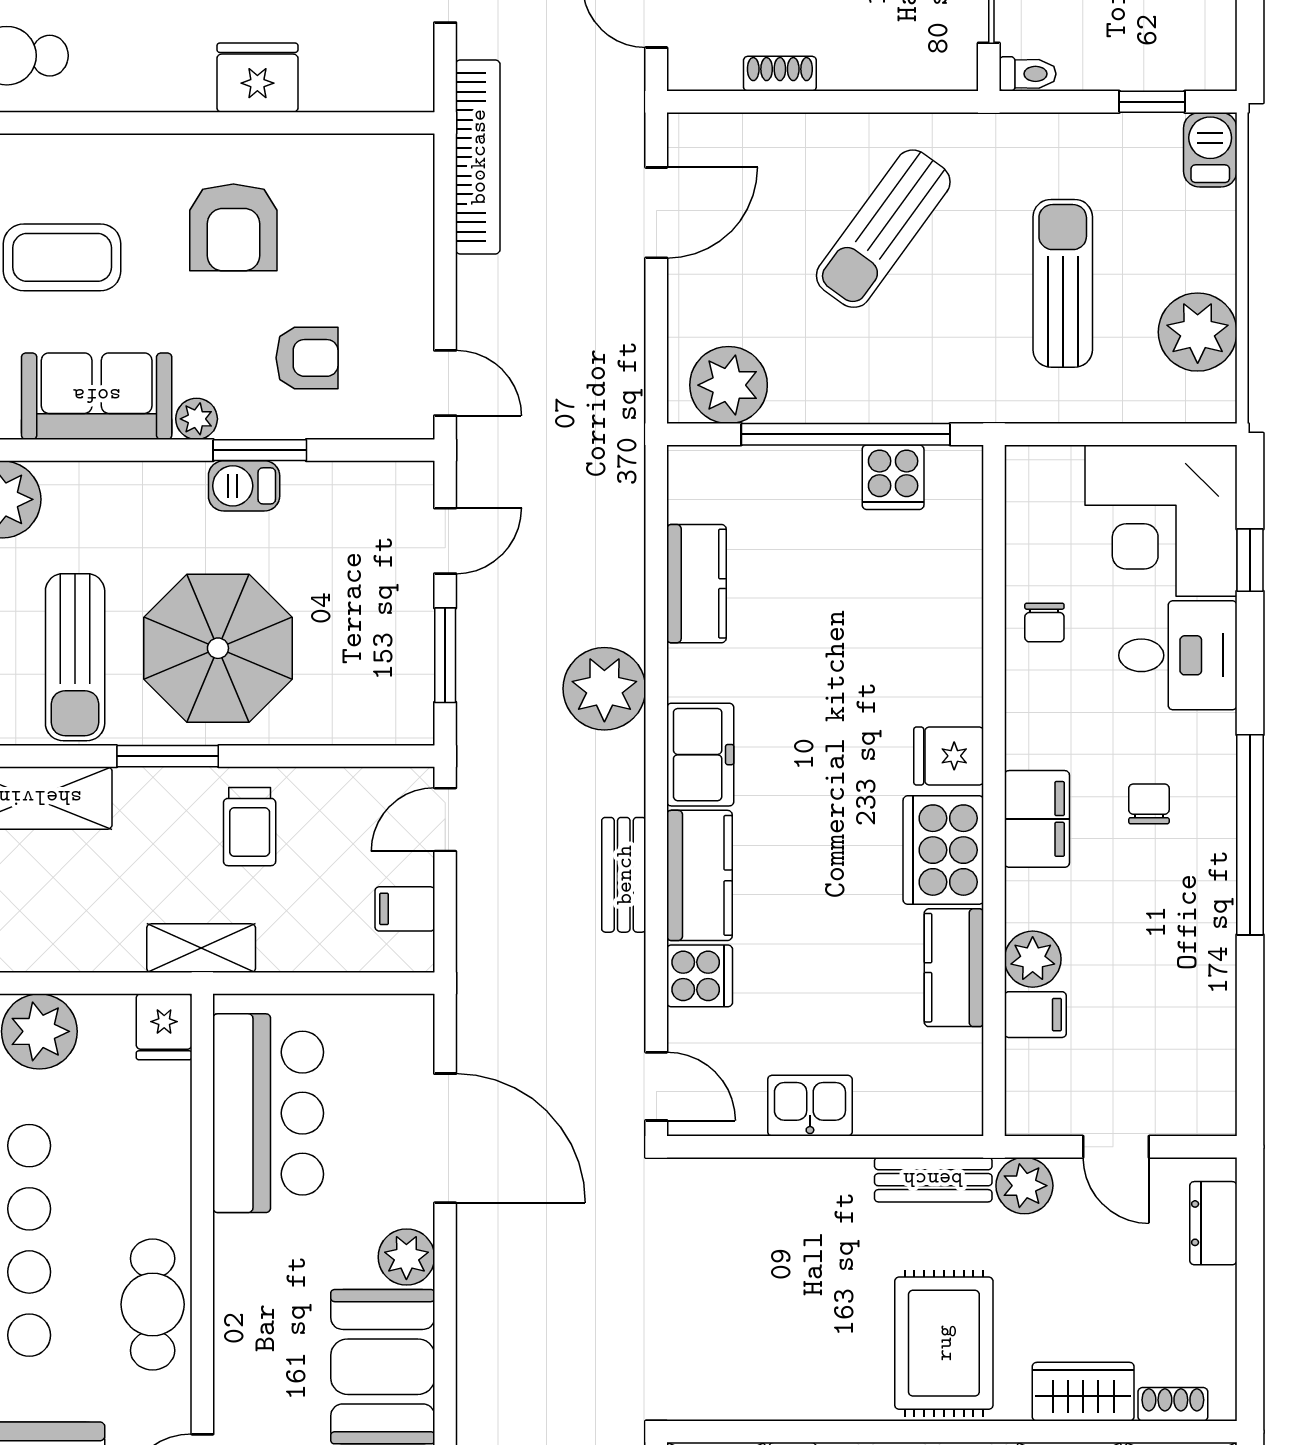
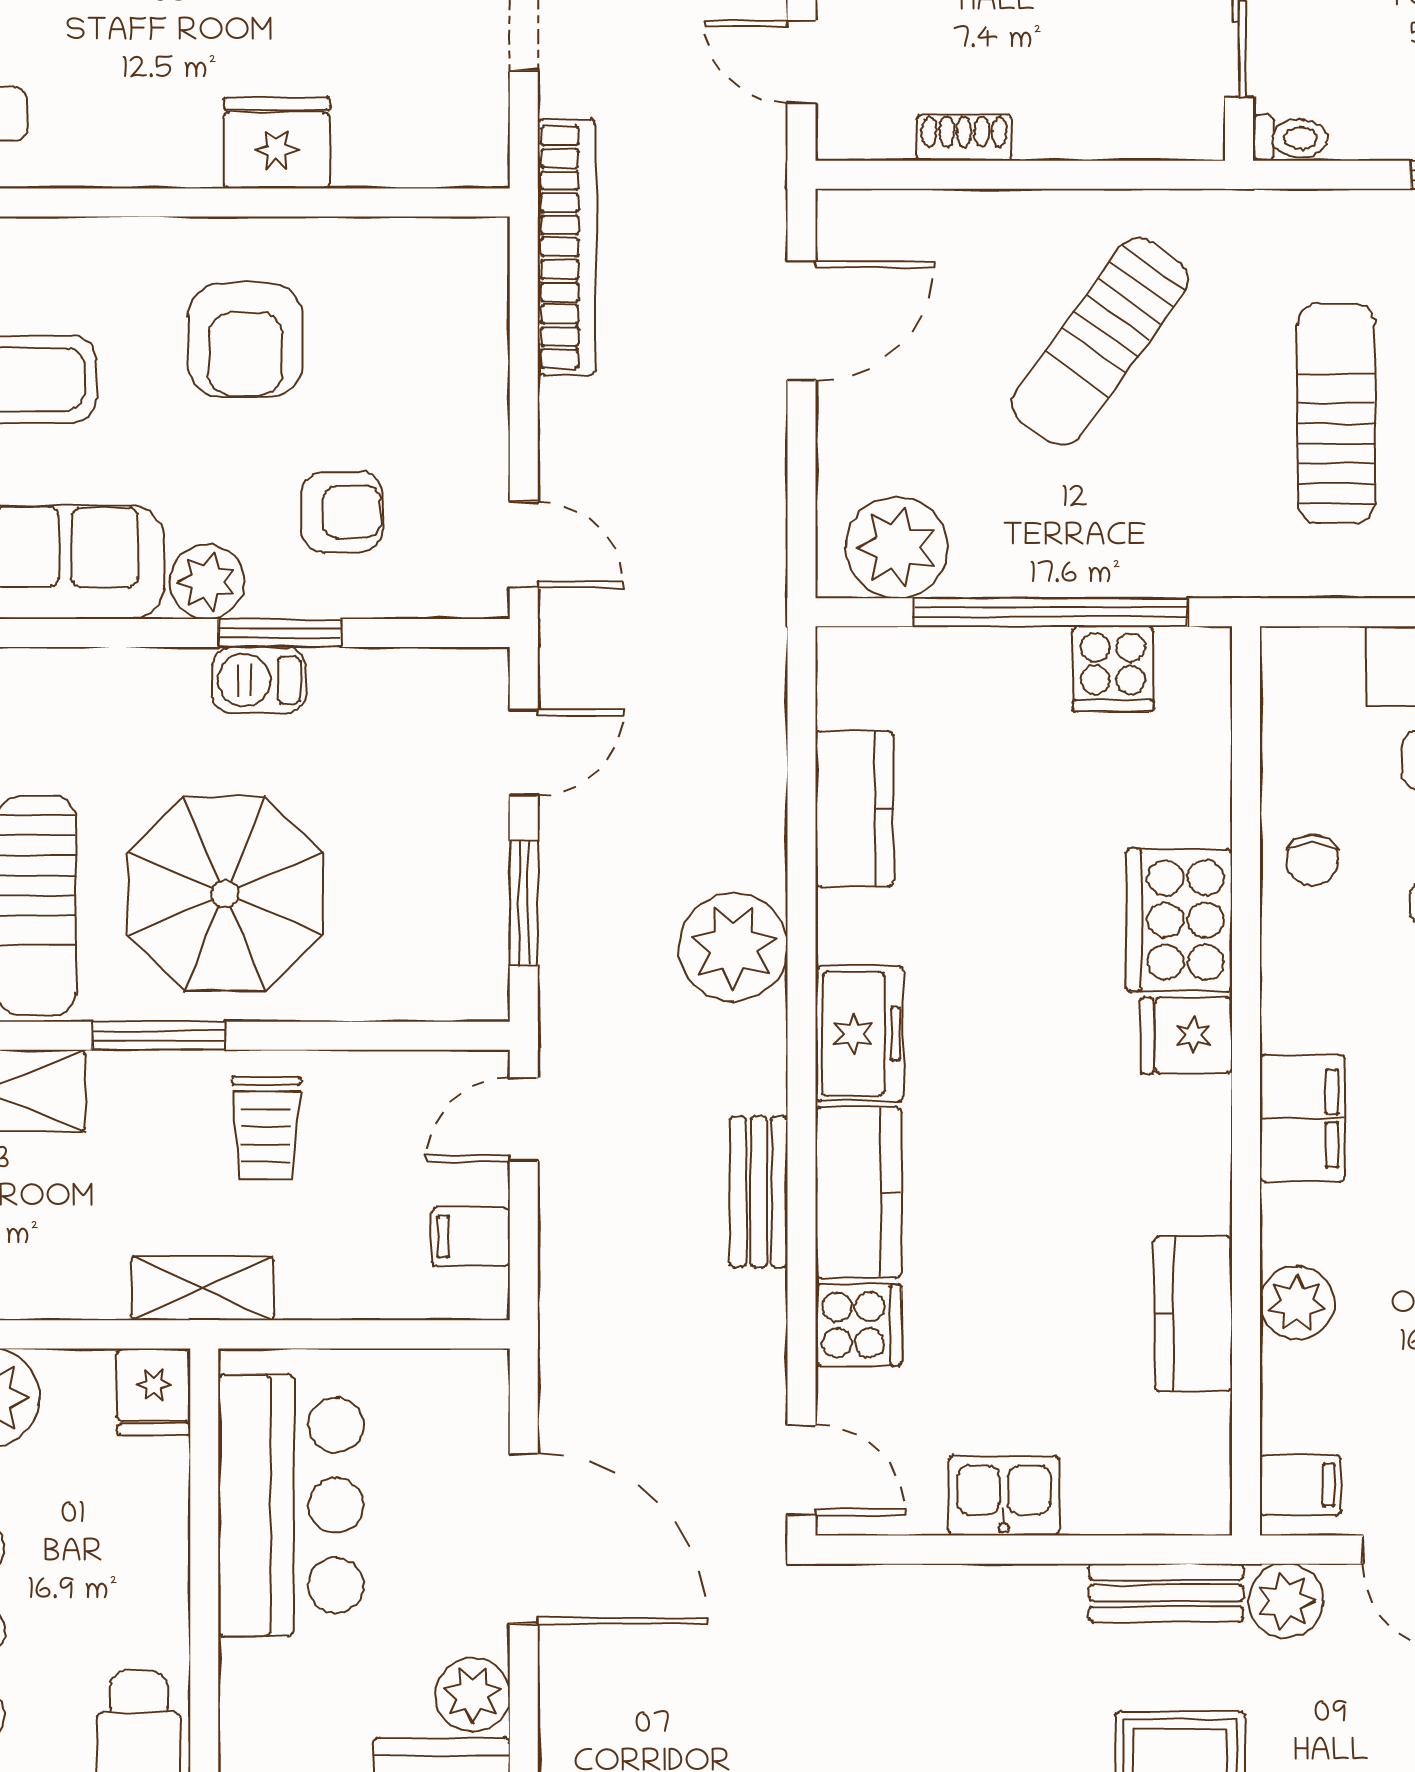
plant: (197, 419) -> (207, 582), width x1.38, depth x1.38
cooker: (943, 850) -> (1179, 920), moved
filing cabinet: (1035, 1015) -> (1300, 1485), moved

